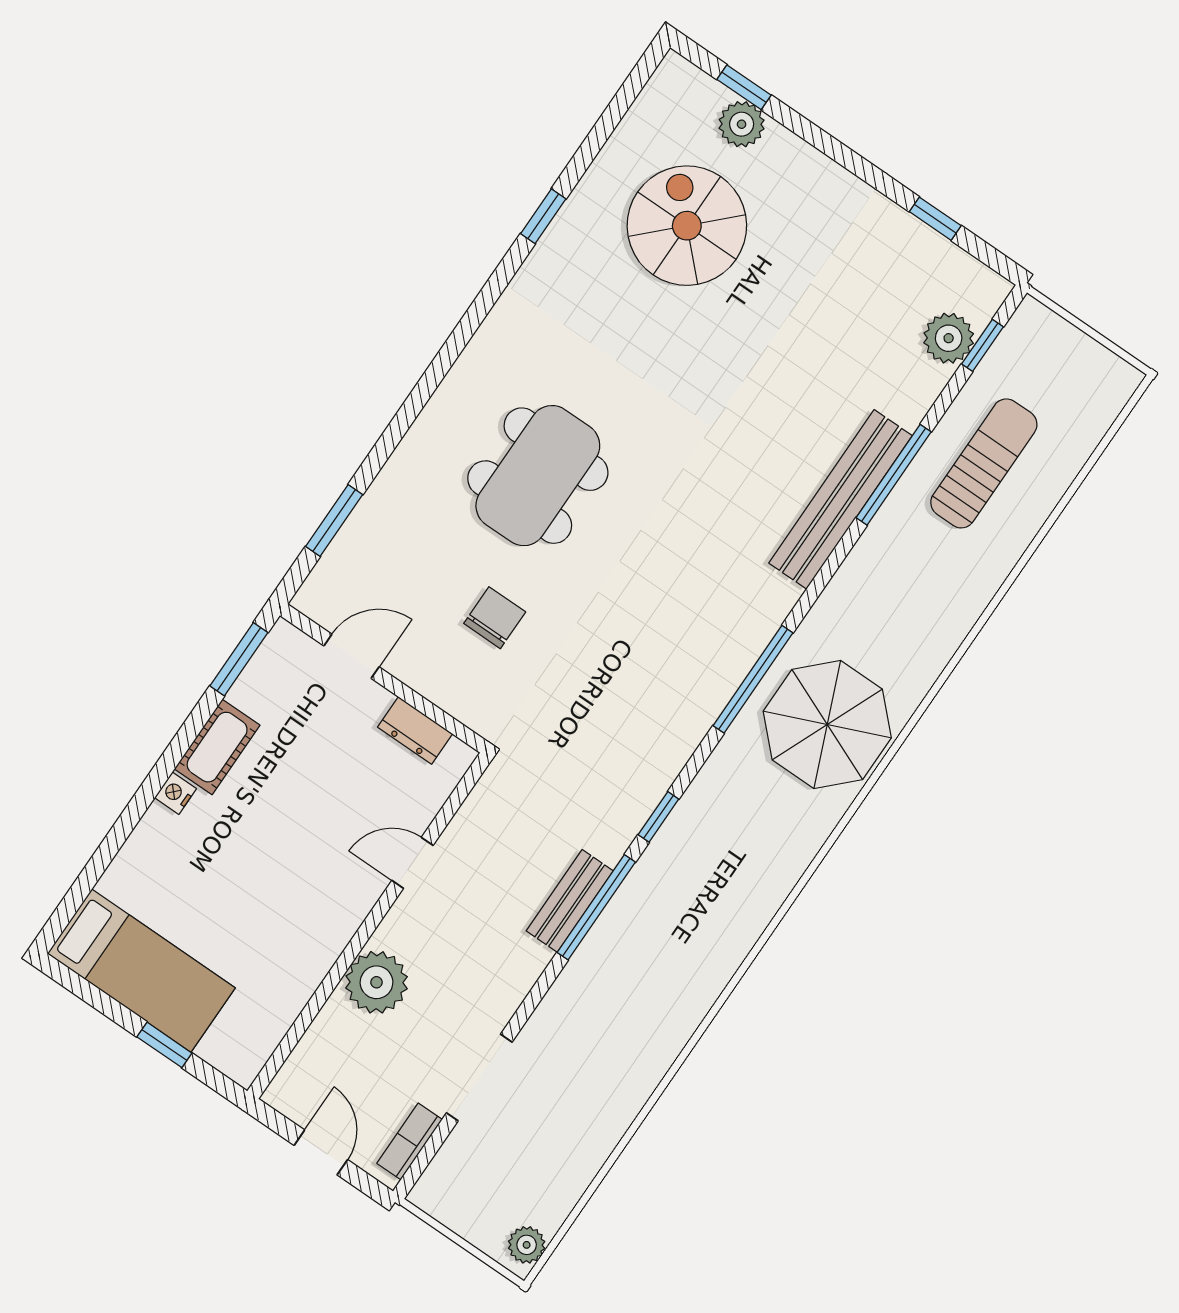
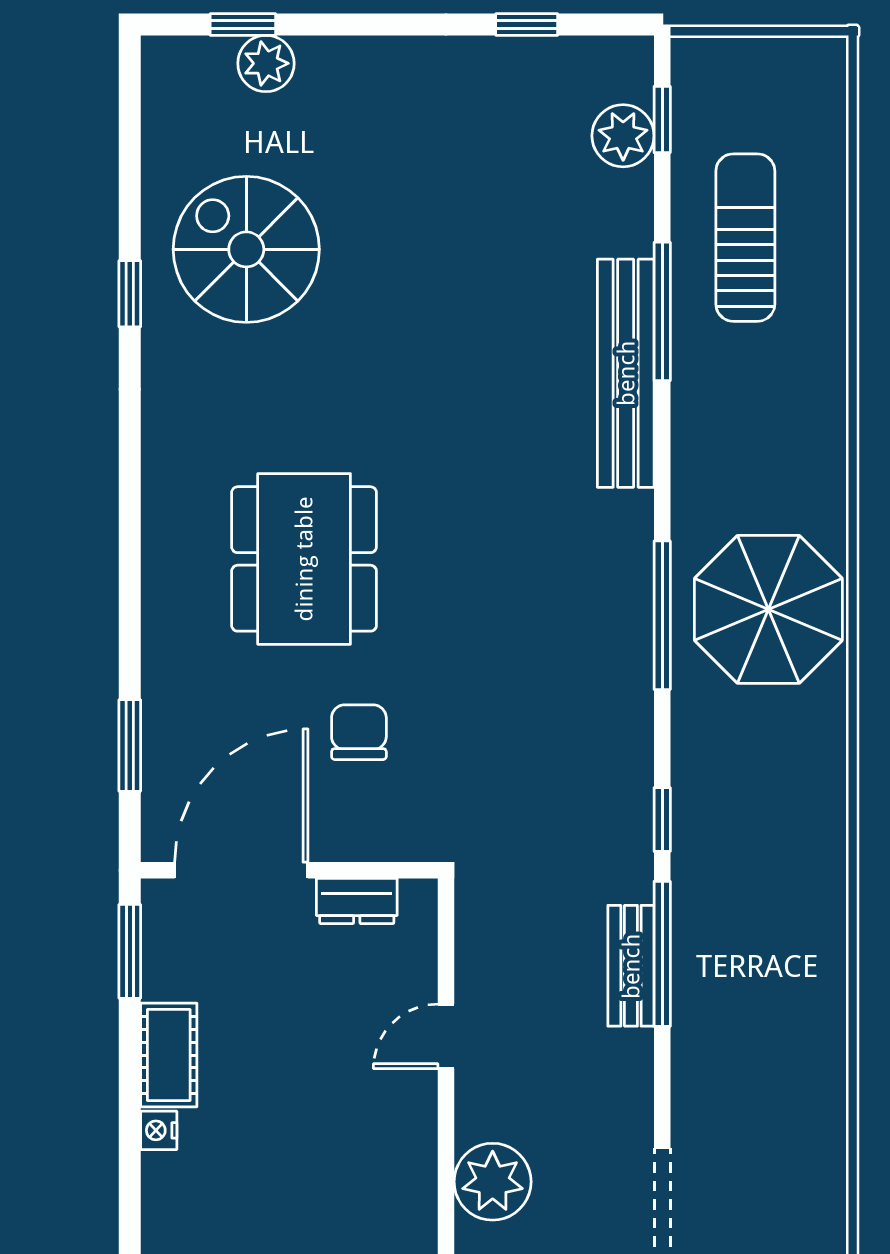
spiral stairs: (687, 226) -> (246, 249), moved
door: (351, 656) -> (241, 870), width x1.88

